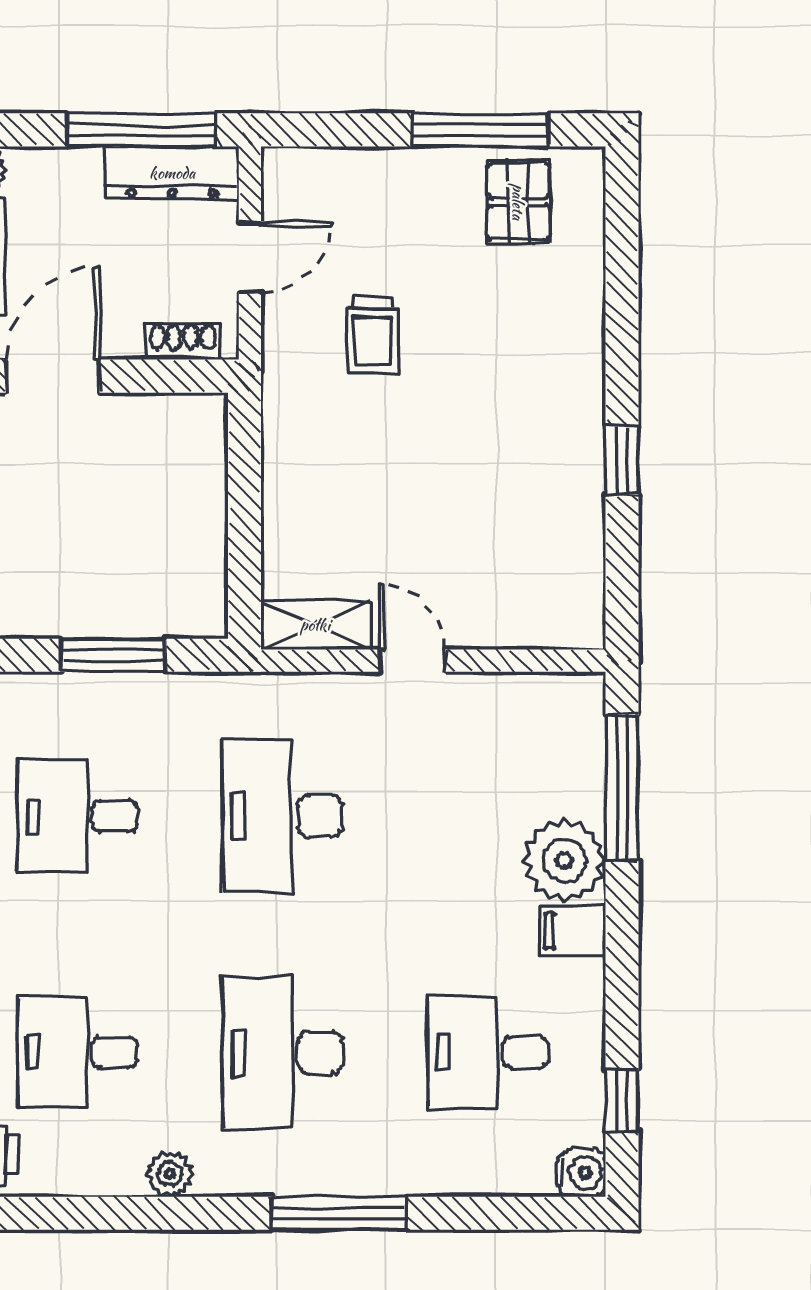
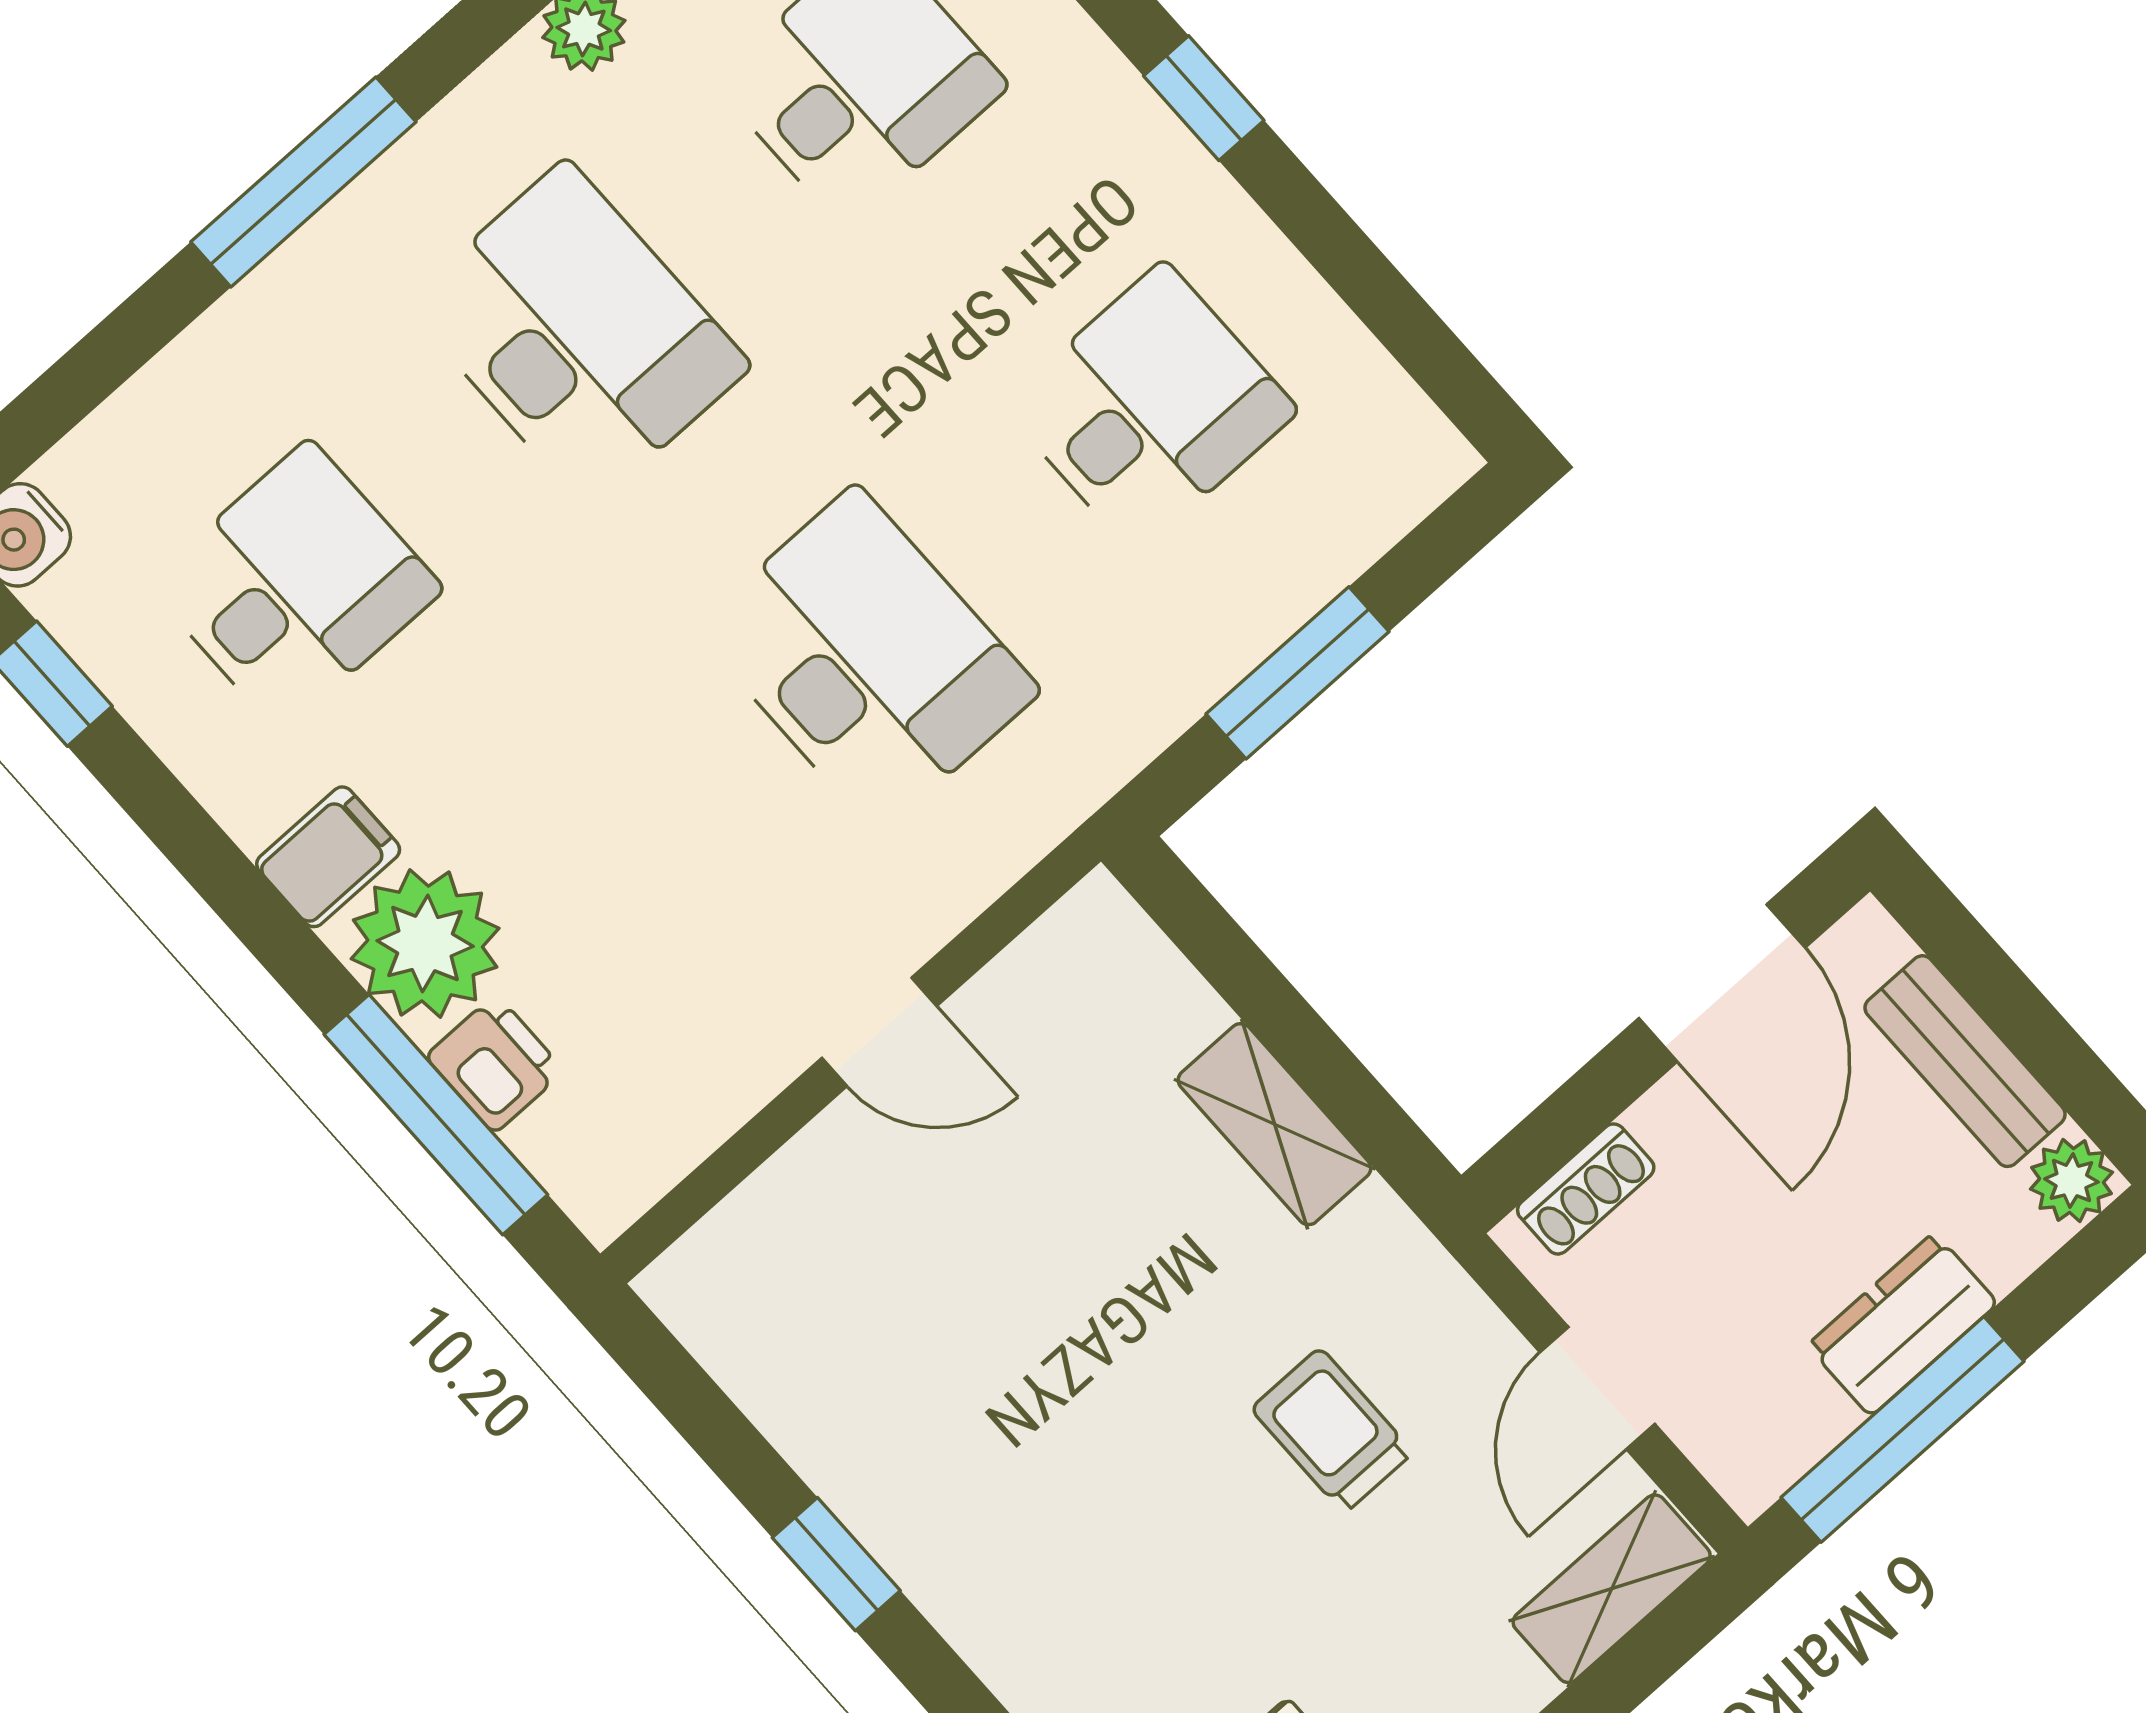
shelving: (317, 170) -> (1612, 1589), added
dresser: (172, 173) -> (1902, 1324), moved, width x0.70
shelving: (315, 625) -> (1275, 1124), moved, turned 90
printer: (580, 787) -> (495, 1064), added

